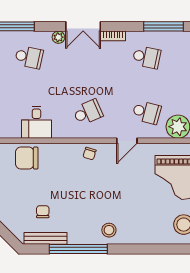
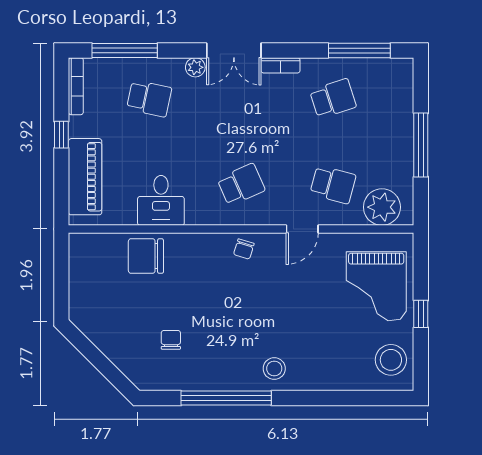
school desk: (147, 57) -> (333, 98), turned -30
bench: (45, 238) -> (175, 382), removed

